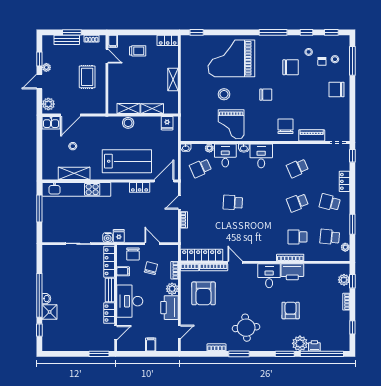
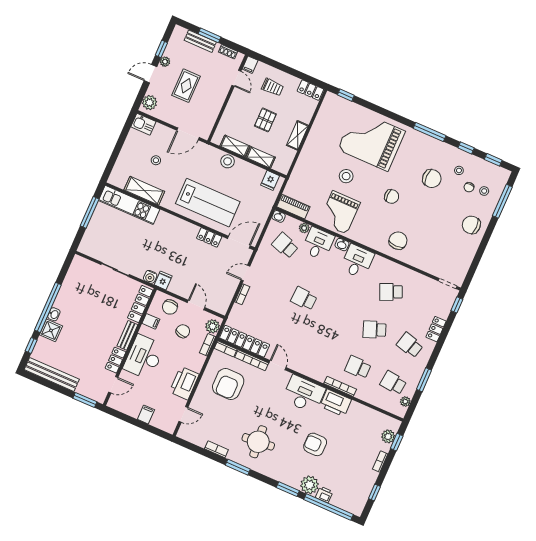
rug: (87, 77) -> (186, 86), moved
pallet: (143, 78) -> (265, 120), added
door: (70, 115) -> (188, 134), moved
piano: (312, 135) -> (293, 207), moved
school desk: (201, 168) -> (285, 245), turned 42
kitchen unit: (76, 189) -> (129, 205), width x0.73
desk: (269, 276) -> (304, 394), width x1.37
plant: (172, 289) -> (213, 326), moved
armchair: (291, 310) -> (315, 444), turned -90
bench: (65, 346) -> (52, 374), added

